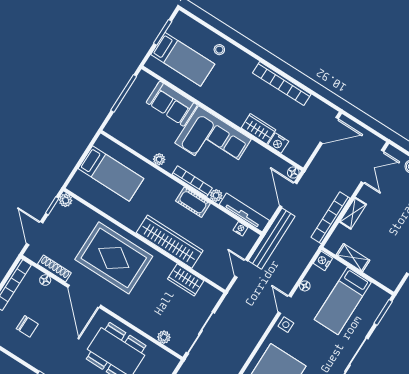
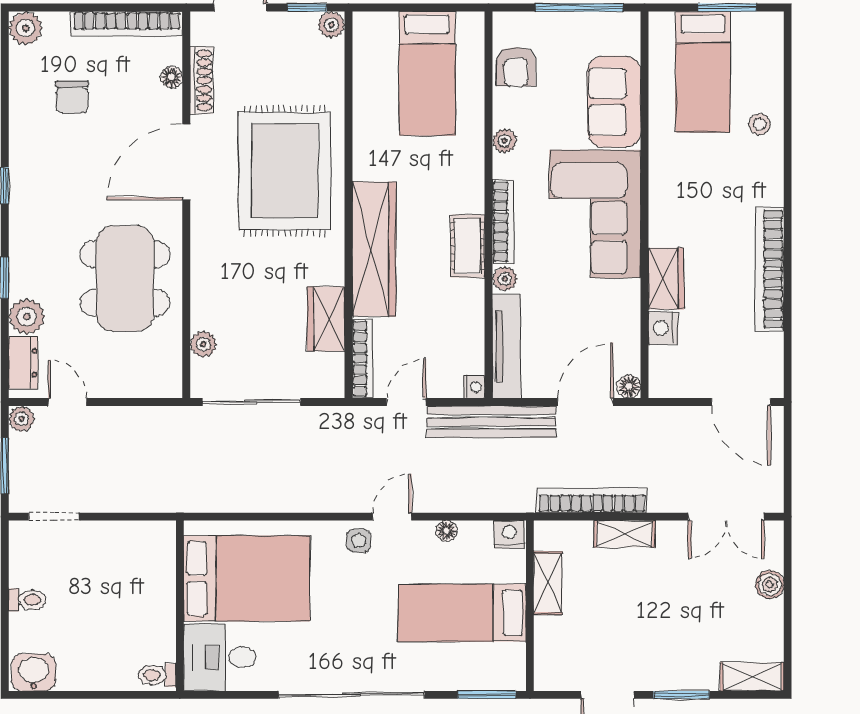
armchair: (131, 135) -> (516, 67), added
nightstand: (240, 229) -> (474, 387), moved
bookcase: (212, 275) -> (362, 359), added

